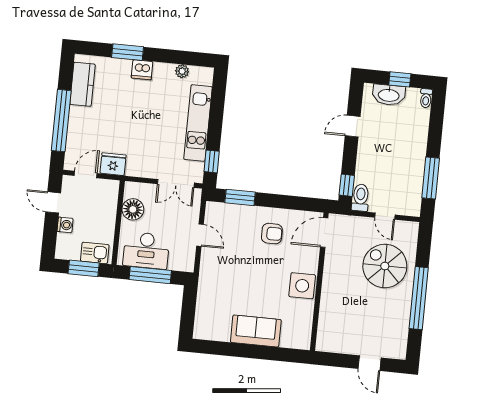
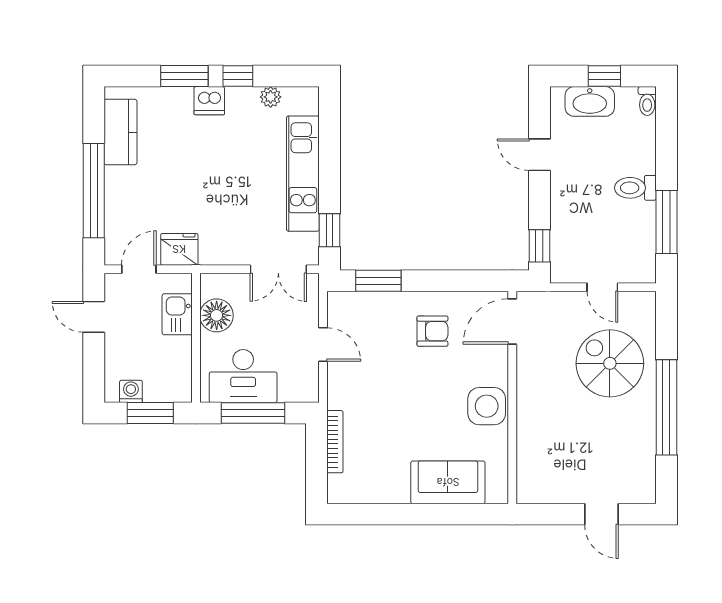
window: (162, 56) -> (238, 76), added
door: (353, 126) -> (539, 155), hinge flipped
toilet: (361, 198) -> (635, 188), moved, turned -90
washing machine: (65, 225) -> (131, 391), moved, turned -90
kitchen sink: (95, 253) -> (177, 314), moved, turned -90
bookcase: (201, 299) -> (335, 442), added
sofa: (256, 331) -> (448, 482), moved

